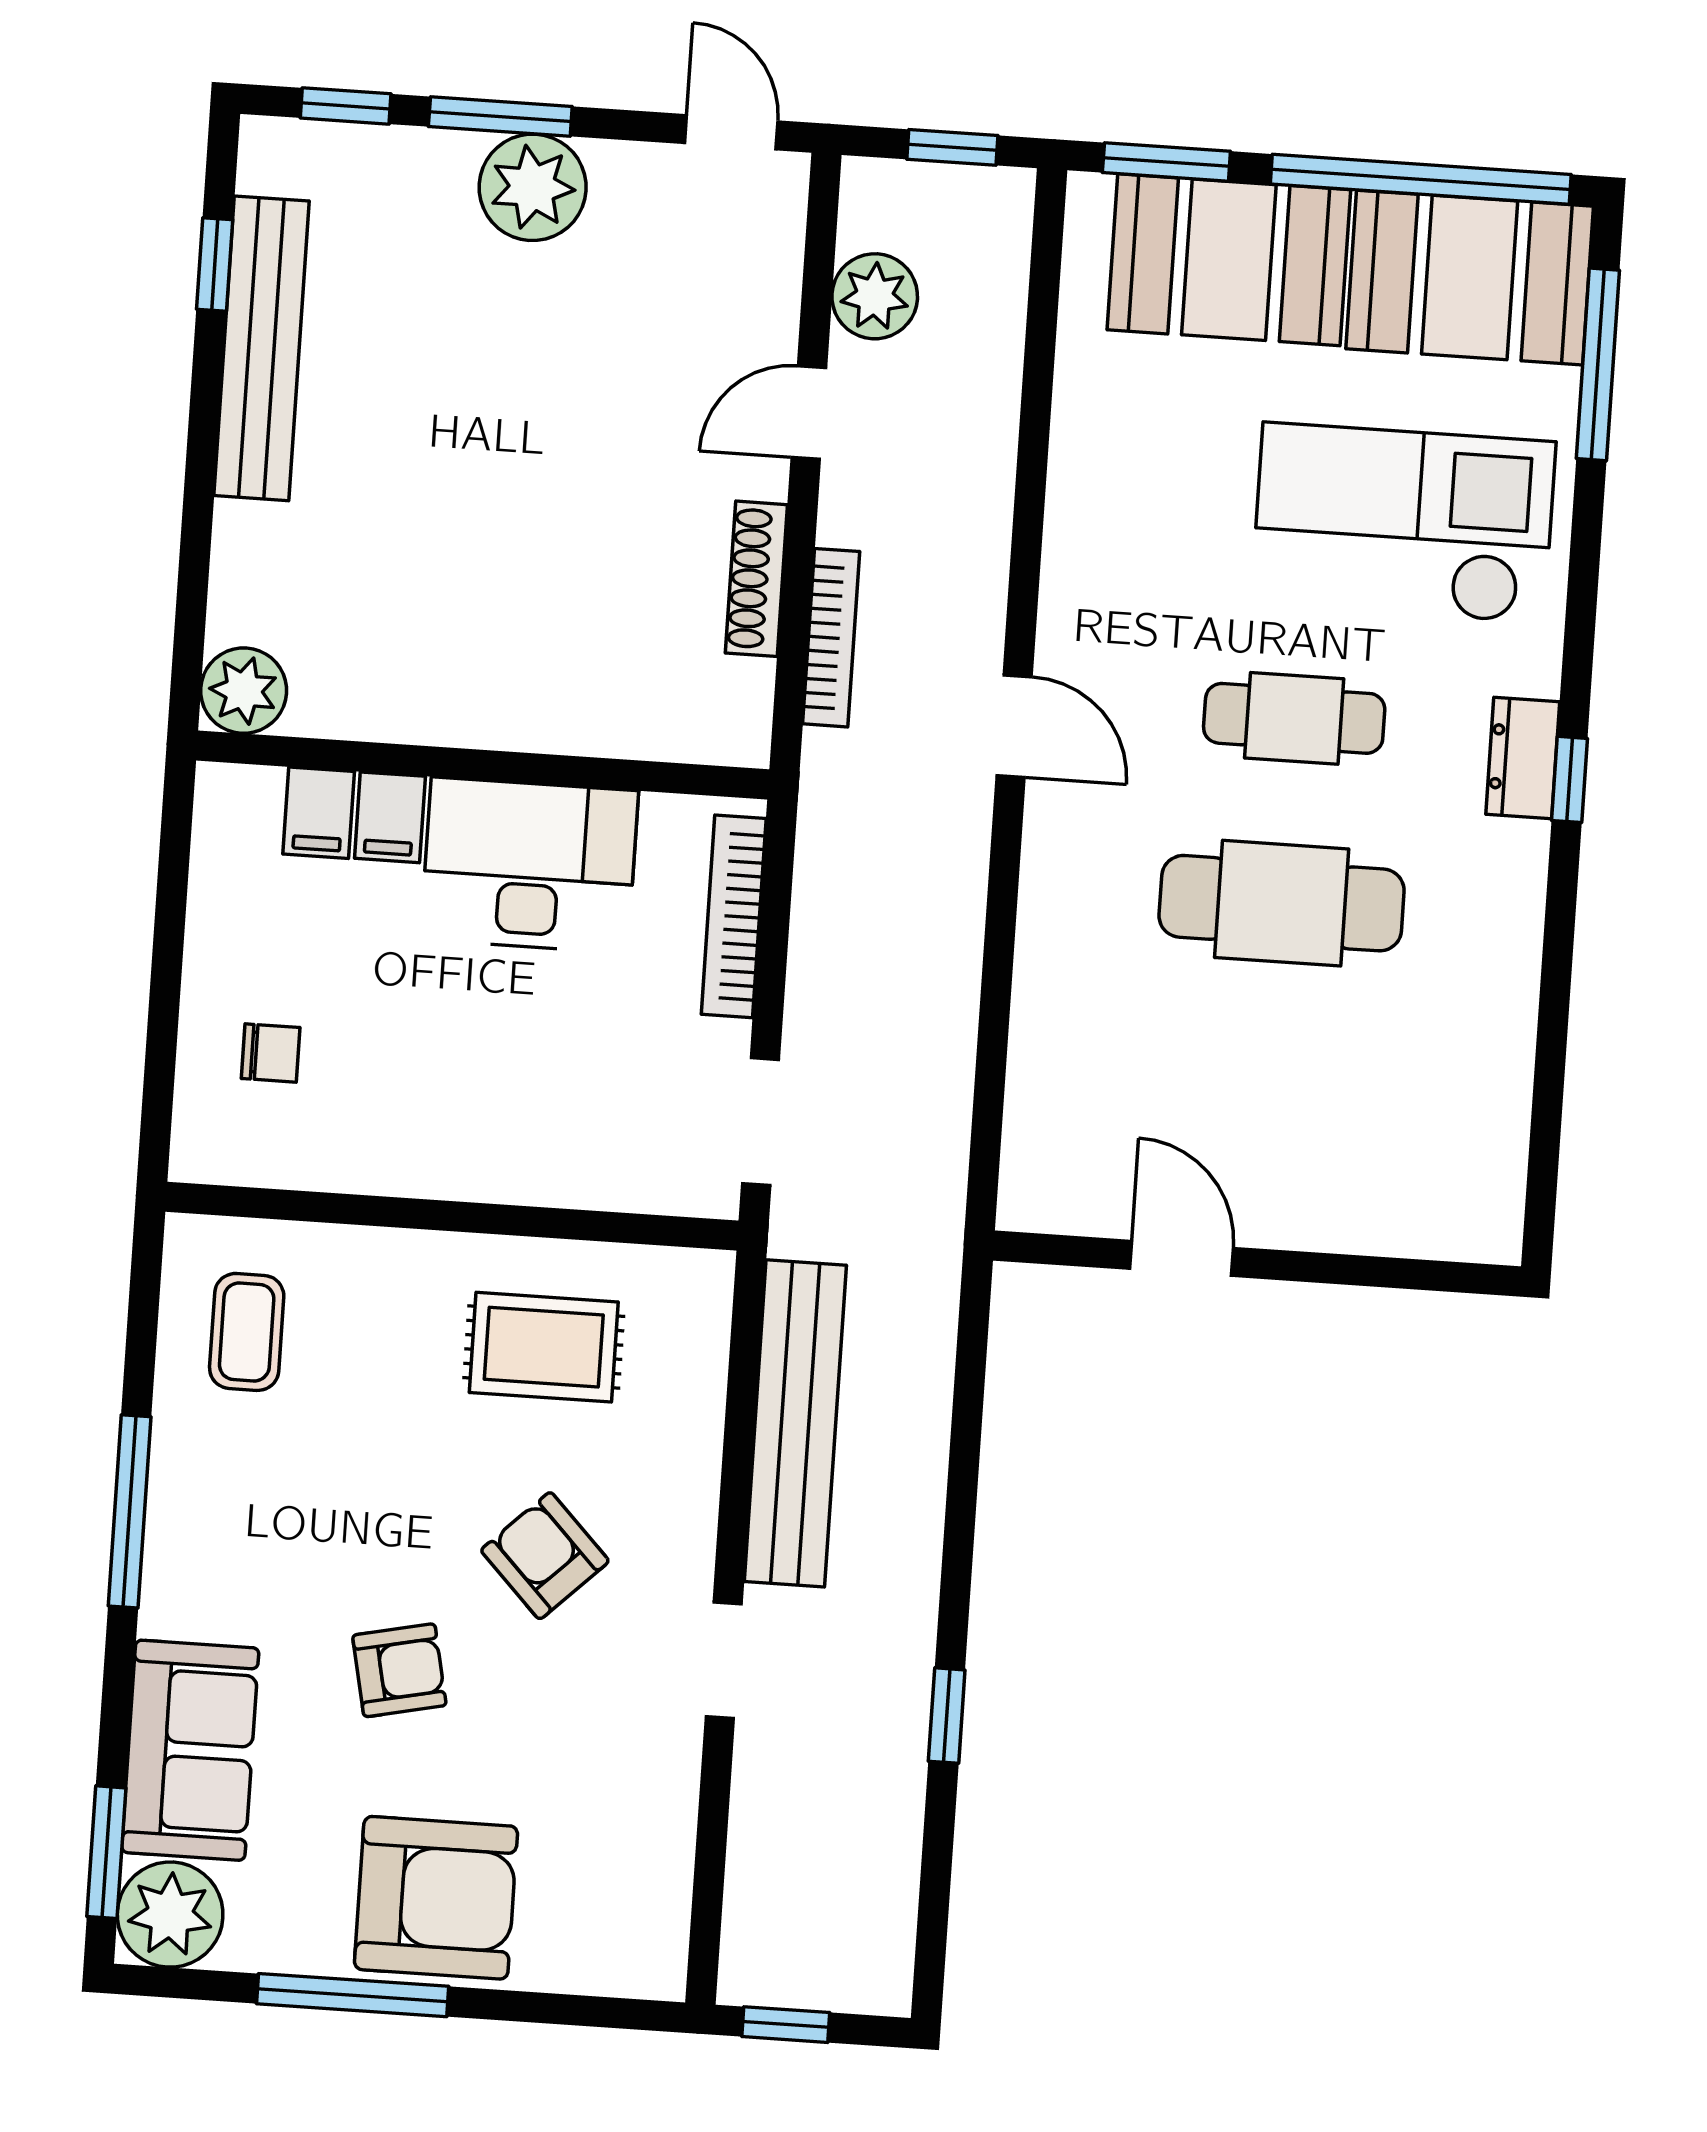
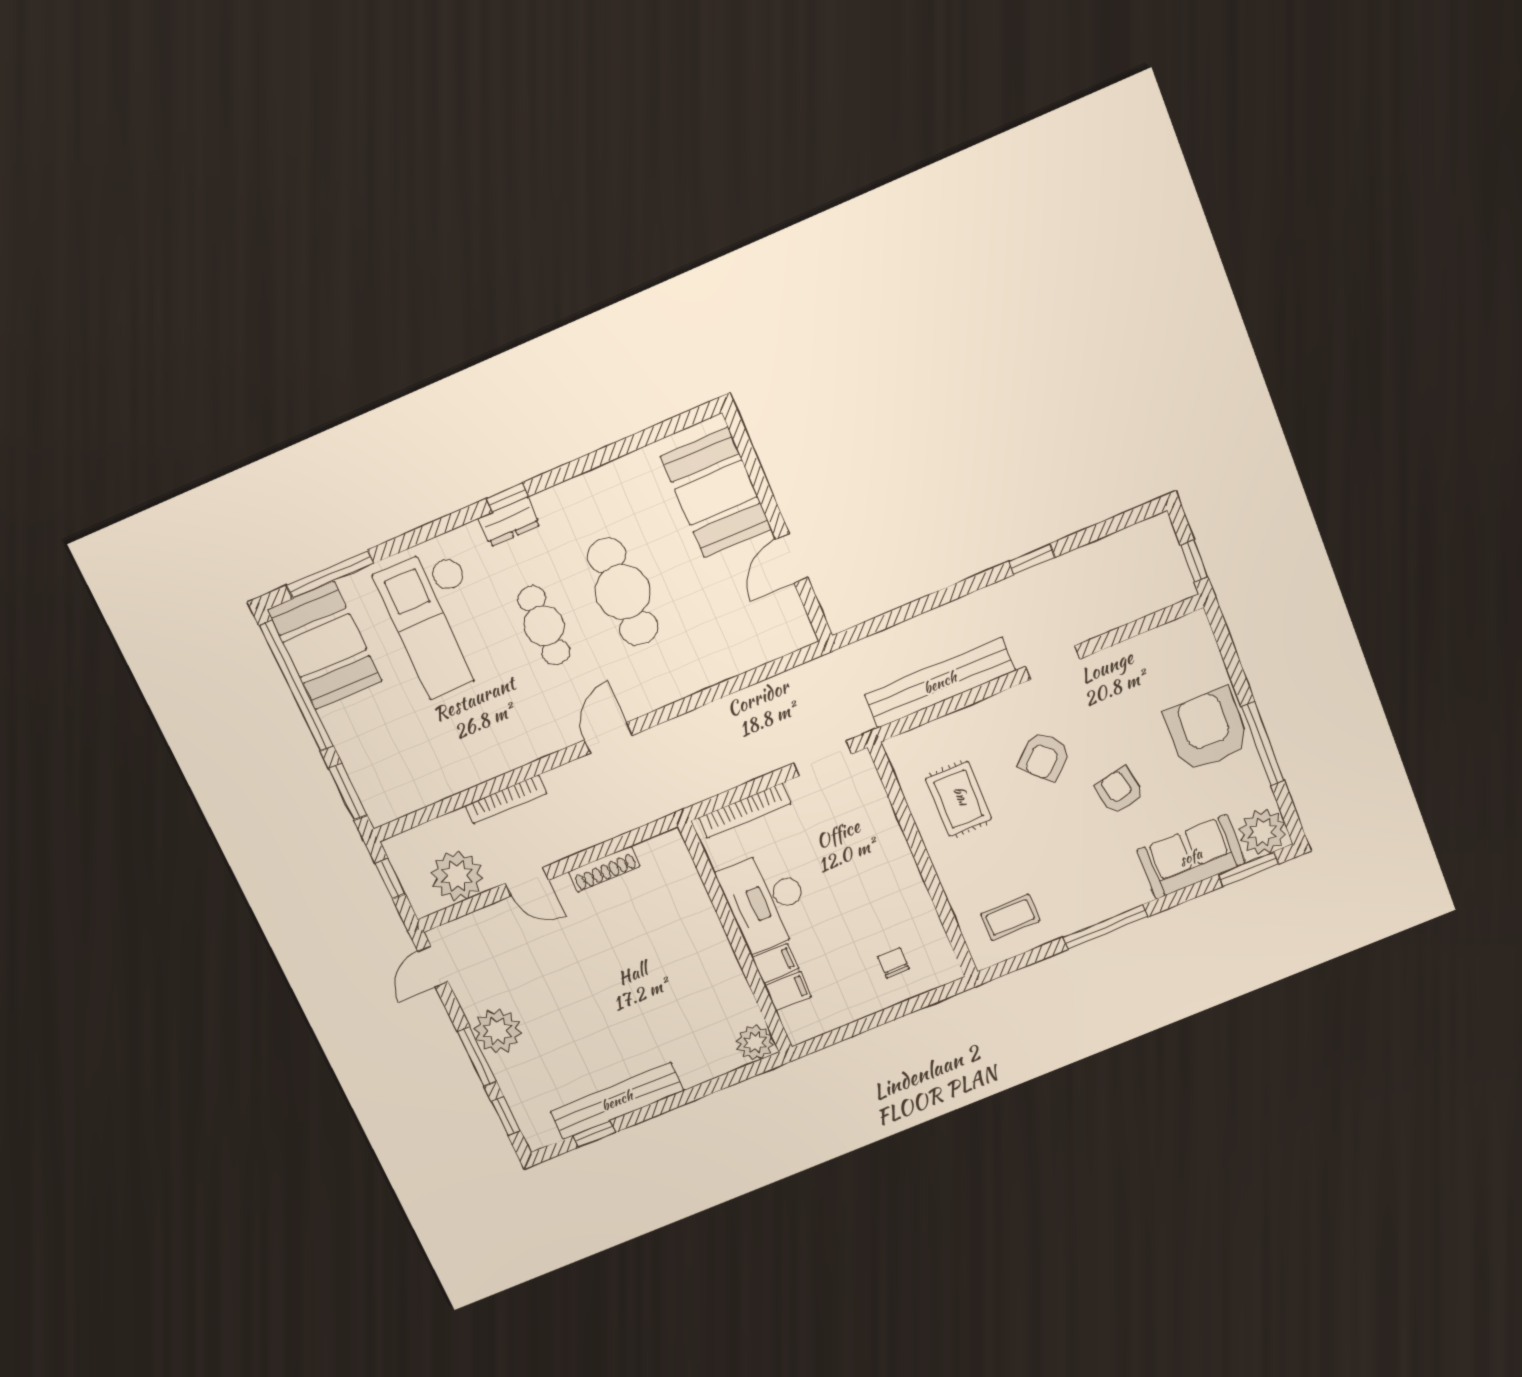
booth: (1229, 260) -> (716, 493), moved
plant: (875, 296) -> (457, 876), width x1.36, depth x1.36
bookcase: (831, 638) -> (506, 799), moved, turned 180

